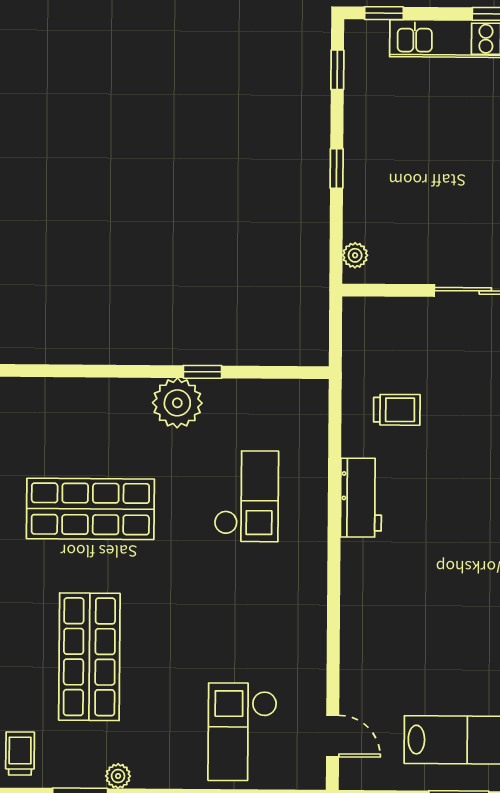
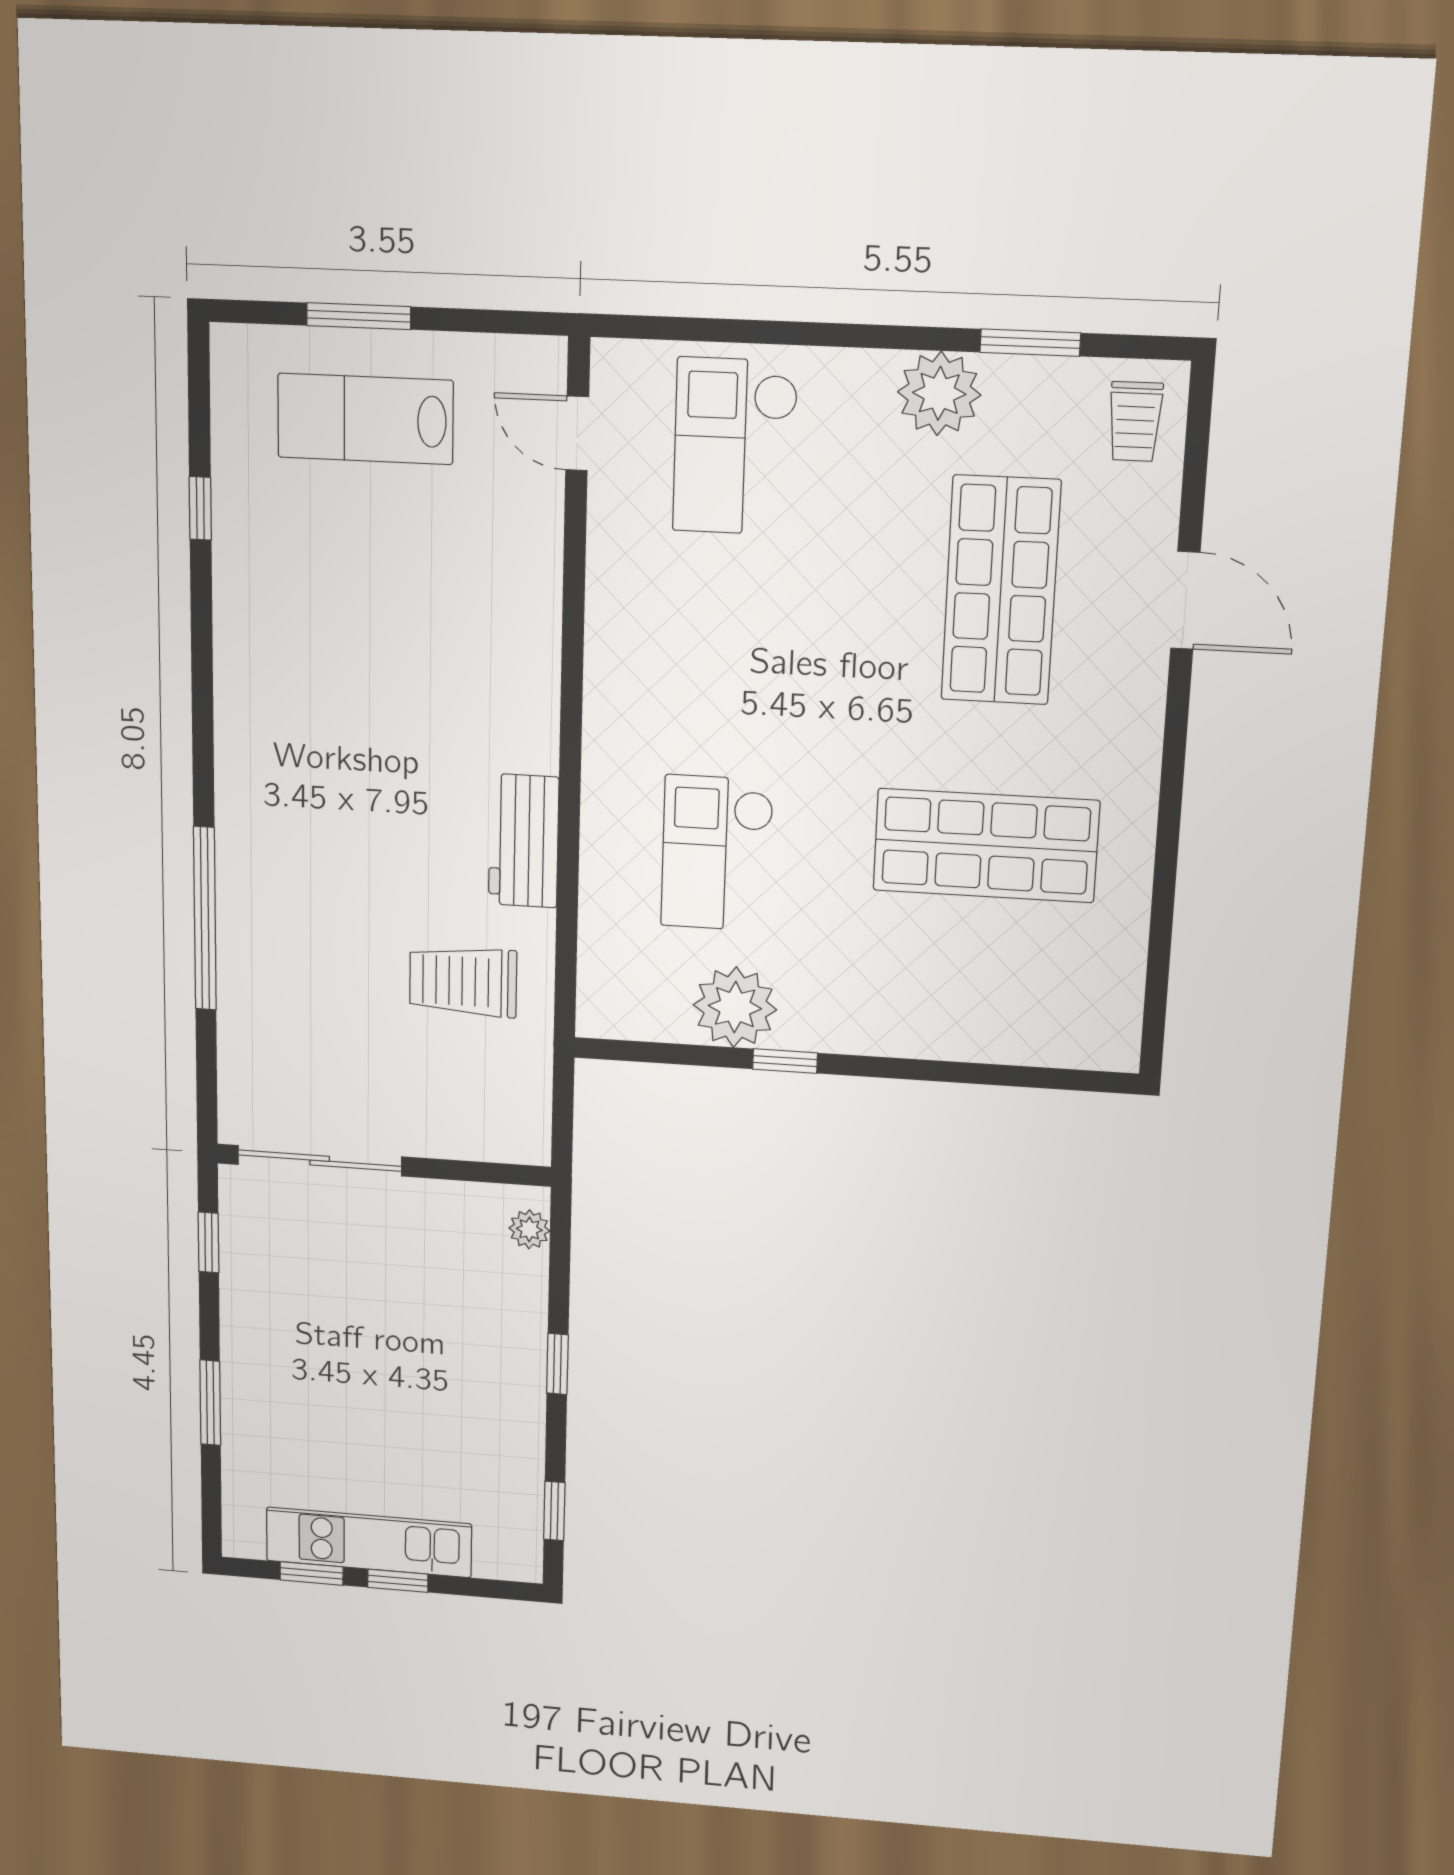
window: (384, 13) -> (398, 1581), moved
plant: (177, 403) -> (735, 1007), moved
trolley: (397, 410) -> (463, 981), width x1.36, depth x1.39
checkout: (242, 732) -> (735, 446), turned 180
plant: (118, 776) -> (939, 393), width x1.88, depth x1.88

